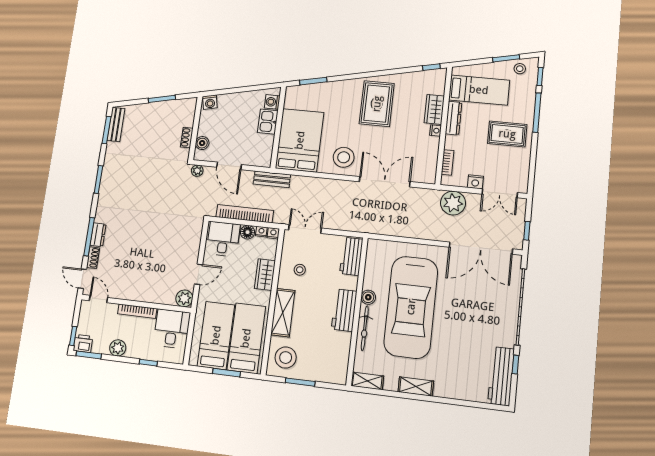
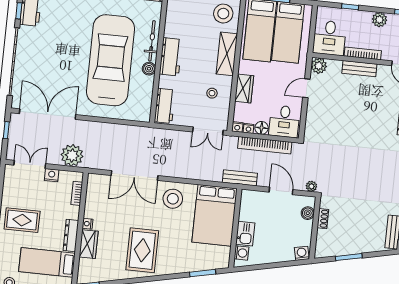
bench: (142, 295) -> (359, 69), added

